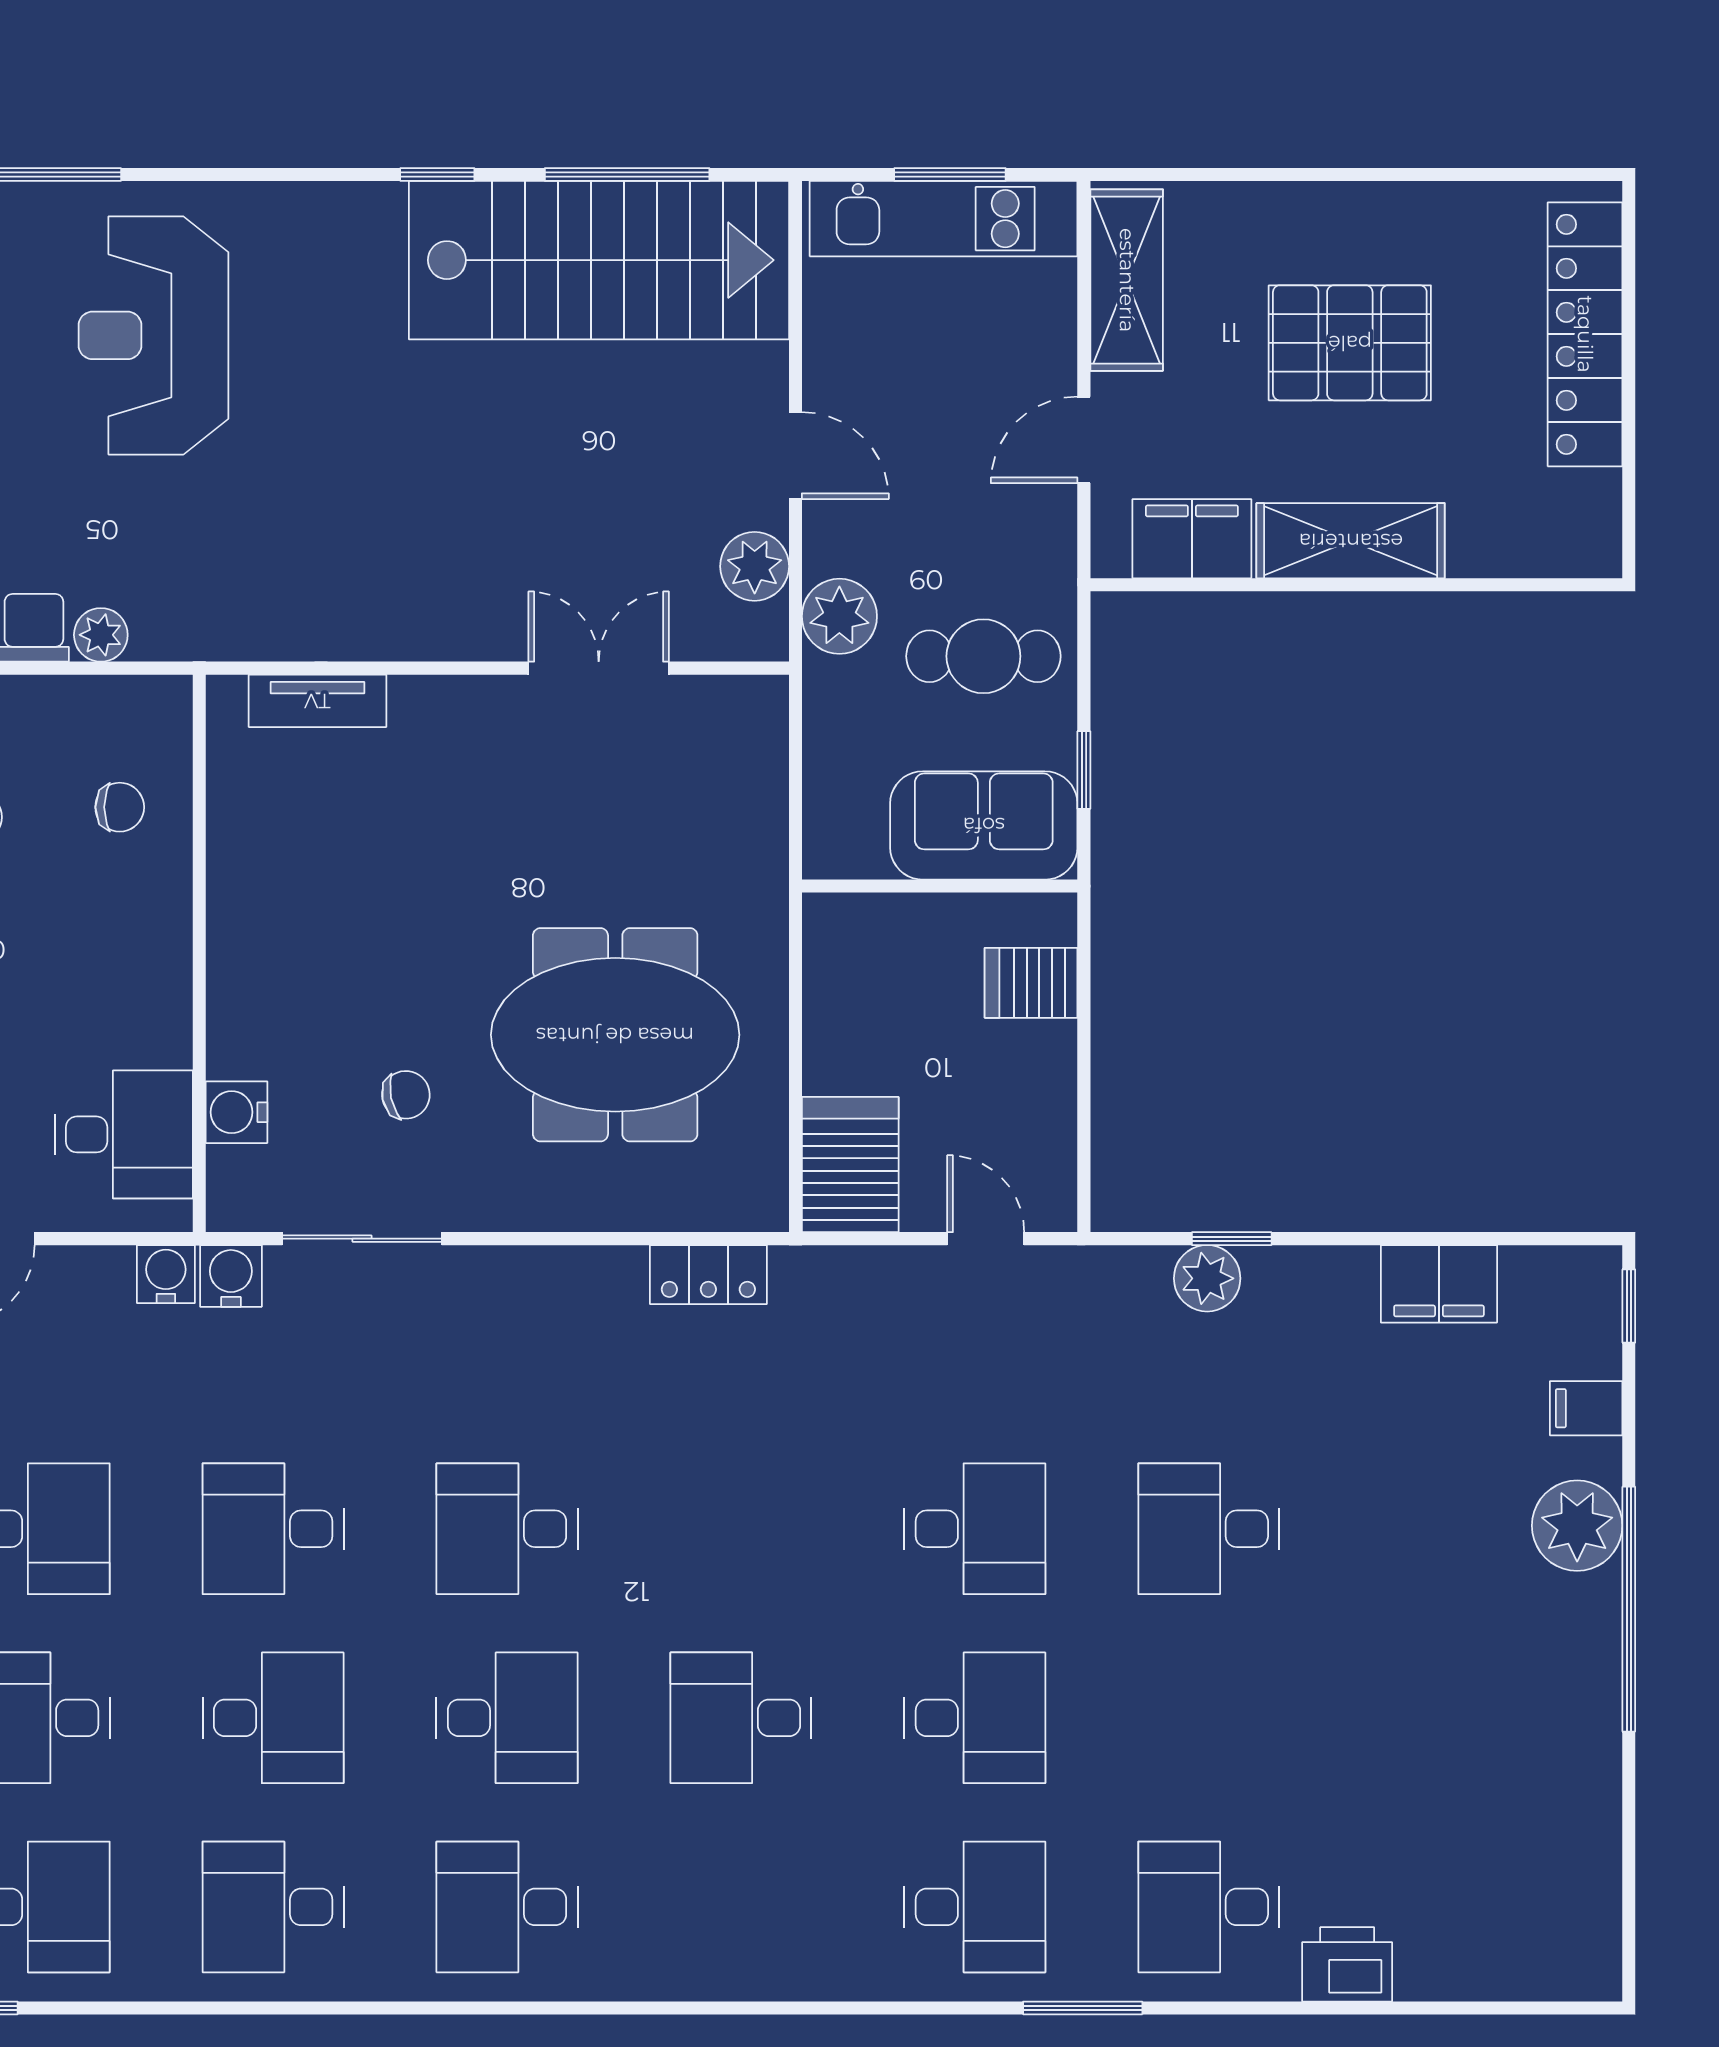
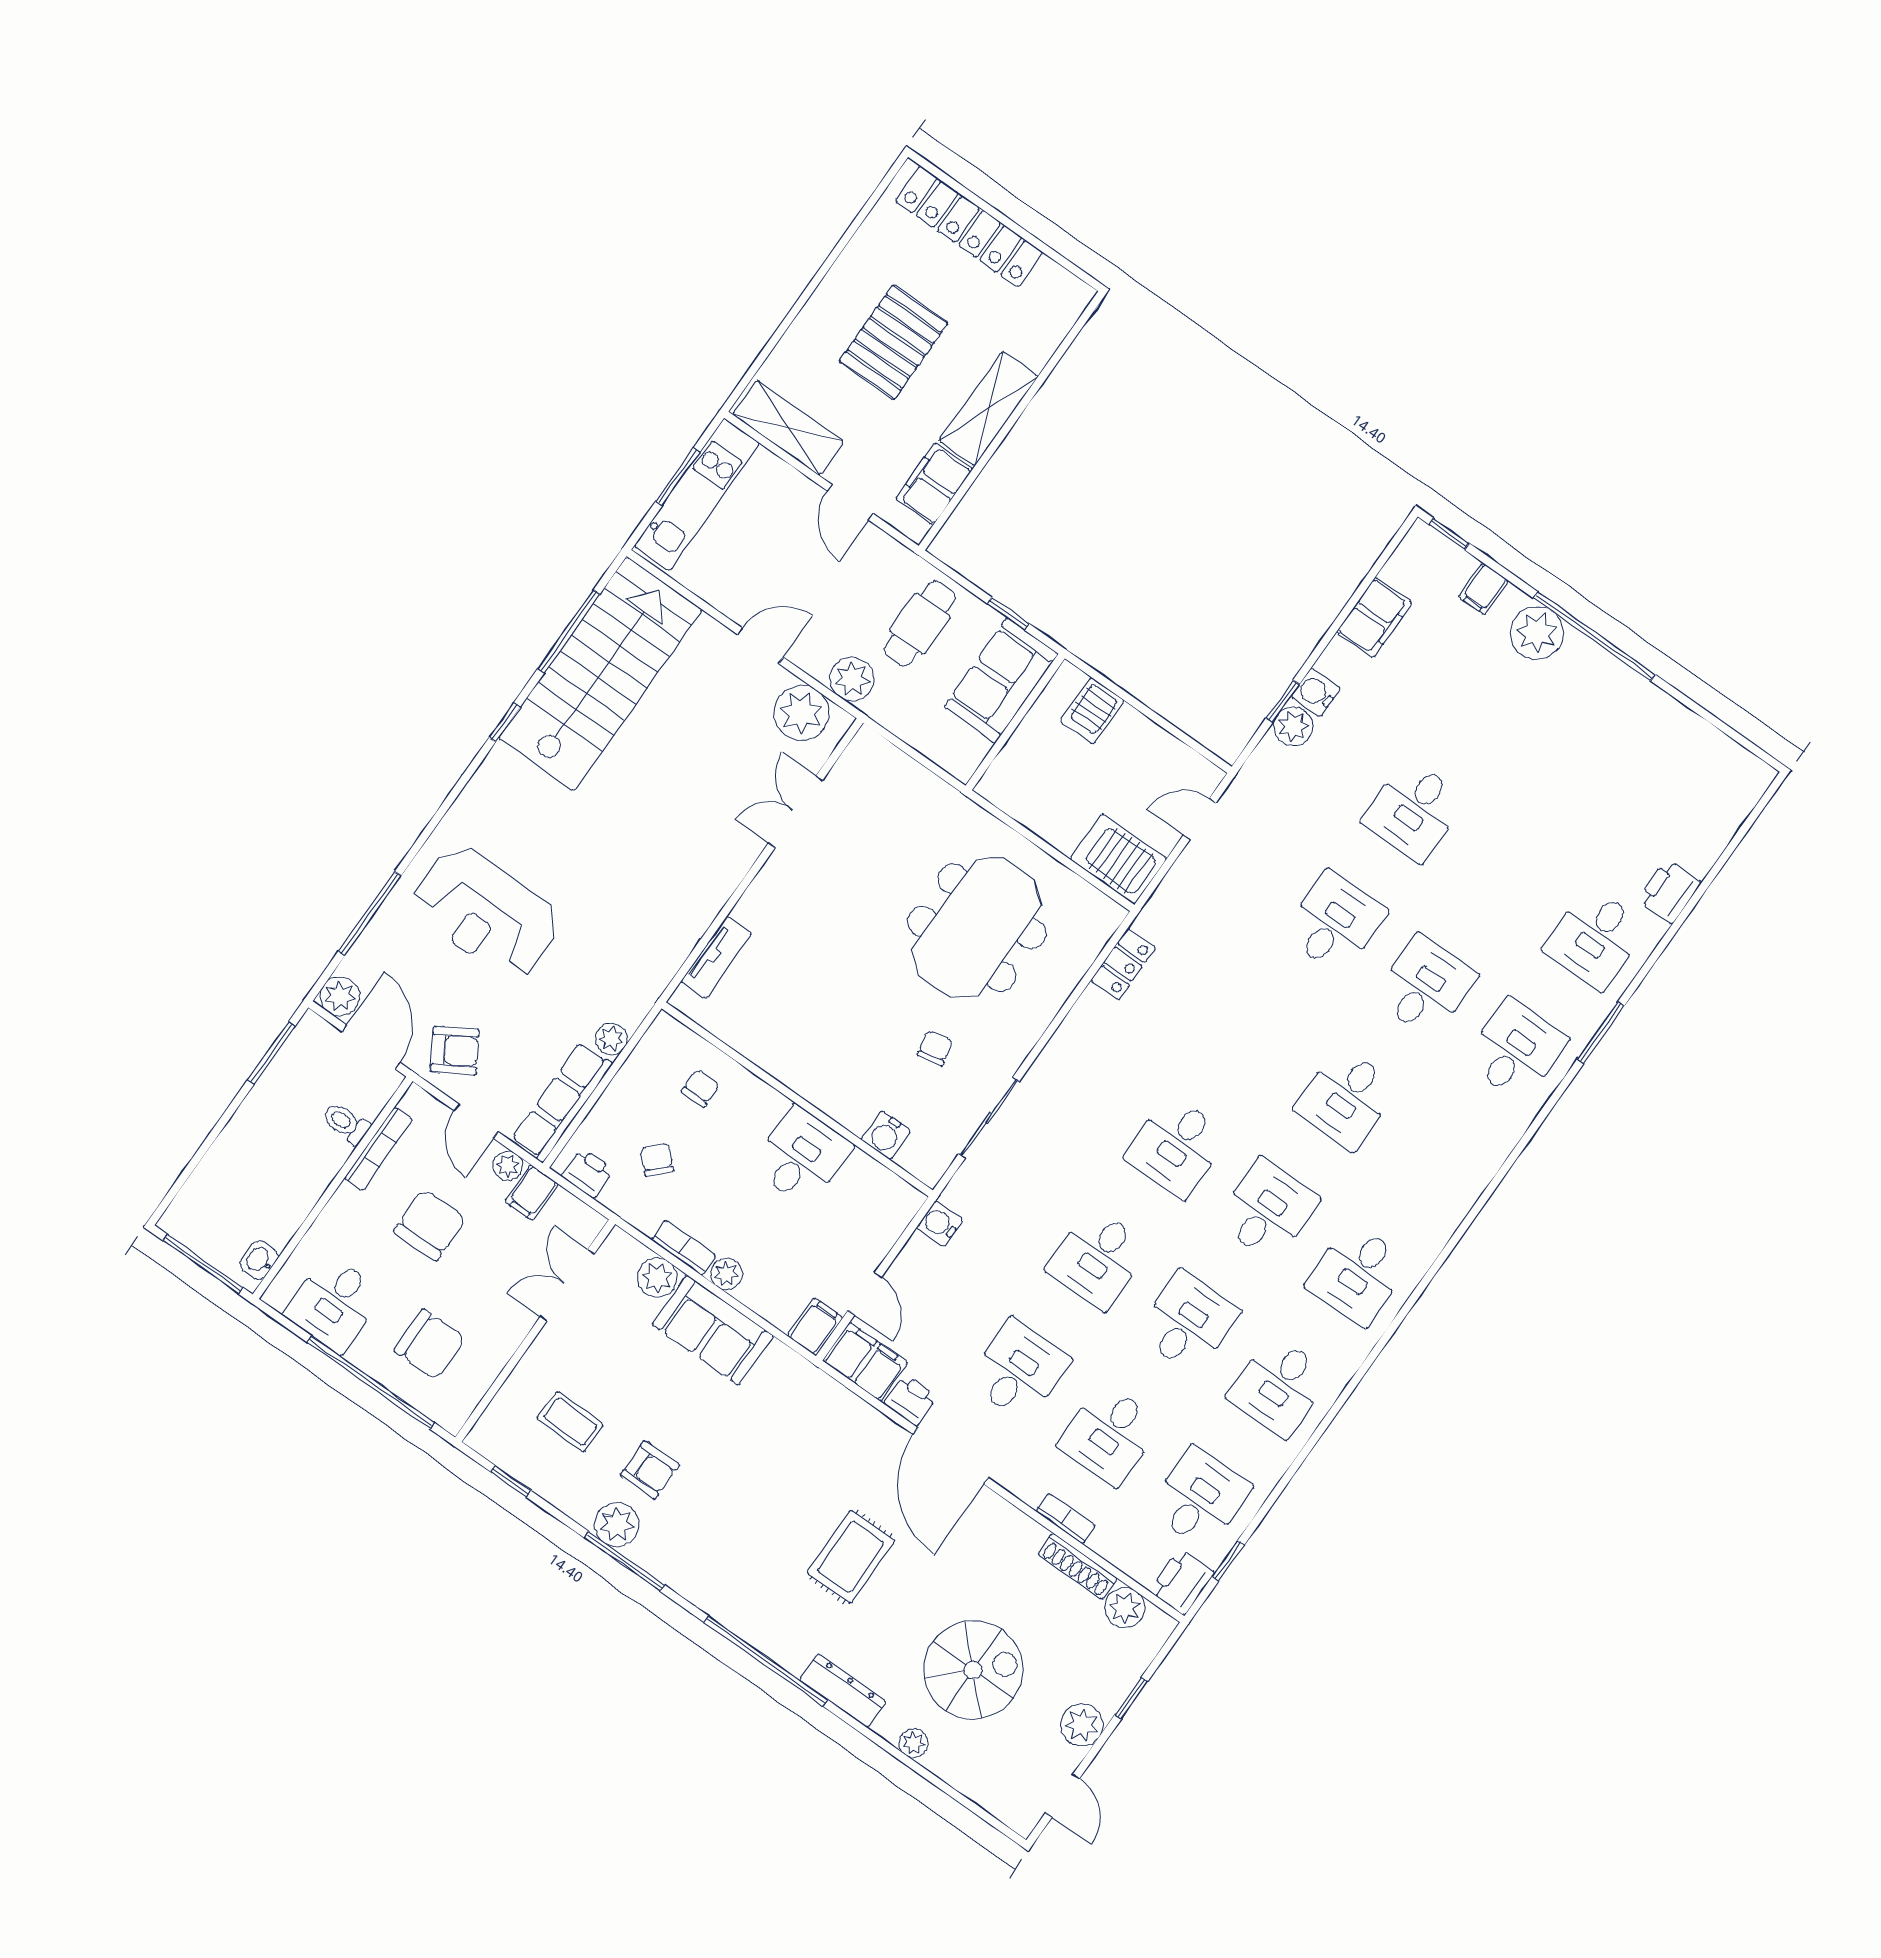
plant: (755, 566) -> (801, 713), width x1.36, depth x1.36
desk: (124, 1134) -> (802, 1156), moved
water cooler: (231, 1276) -> (1316, 692), moved

